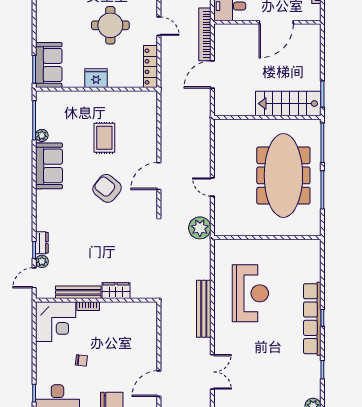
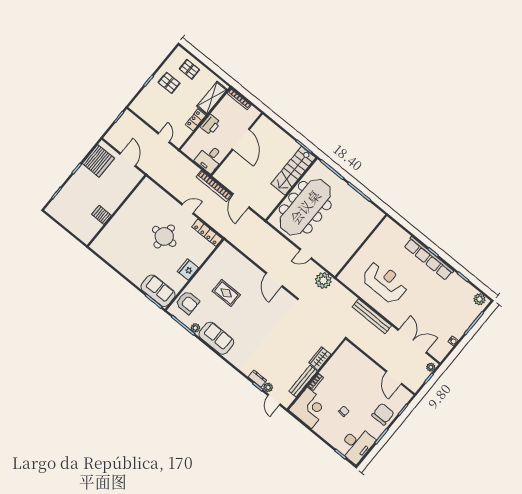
meeting table: (283, 175) -> (305, 207), moved, turned 90
armchair: (107, 188) -> (187, 302), moved, turned -129
double door: (212, 372) -> (412, 341), width x1.37

